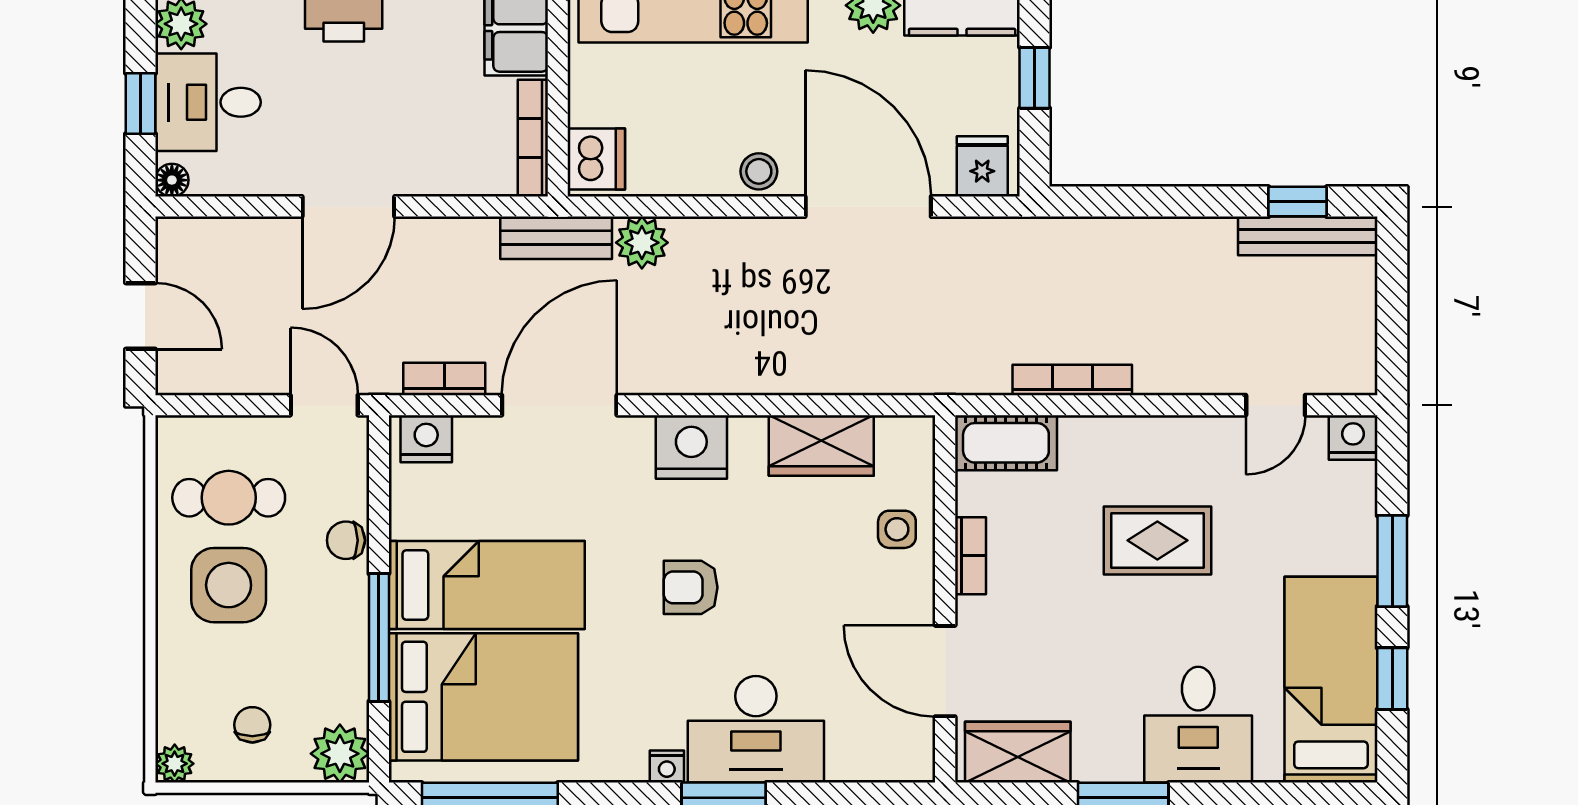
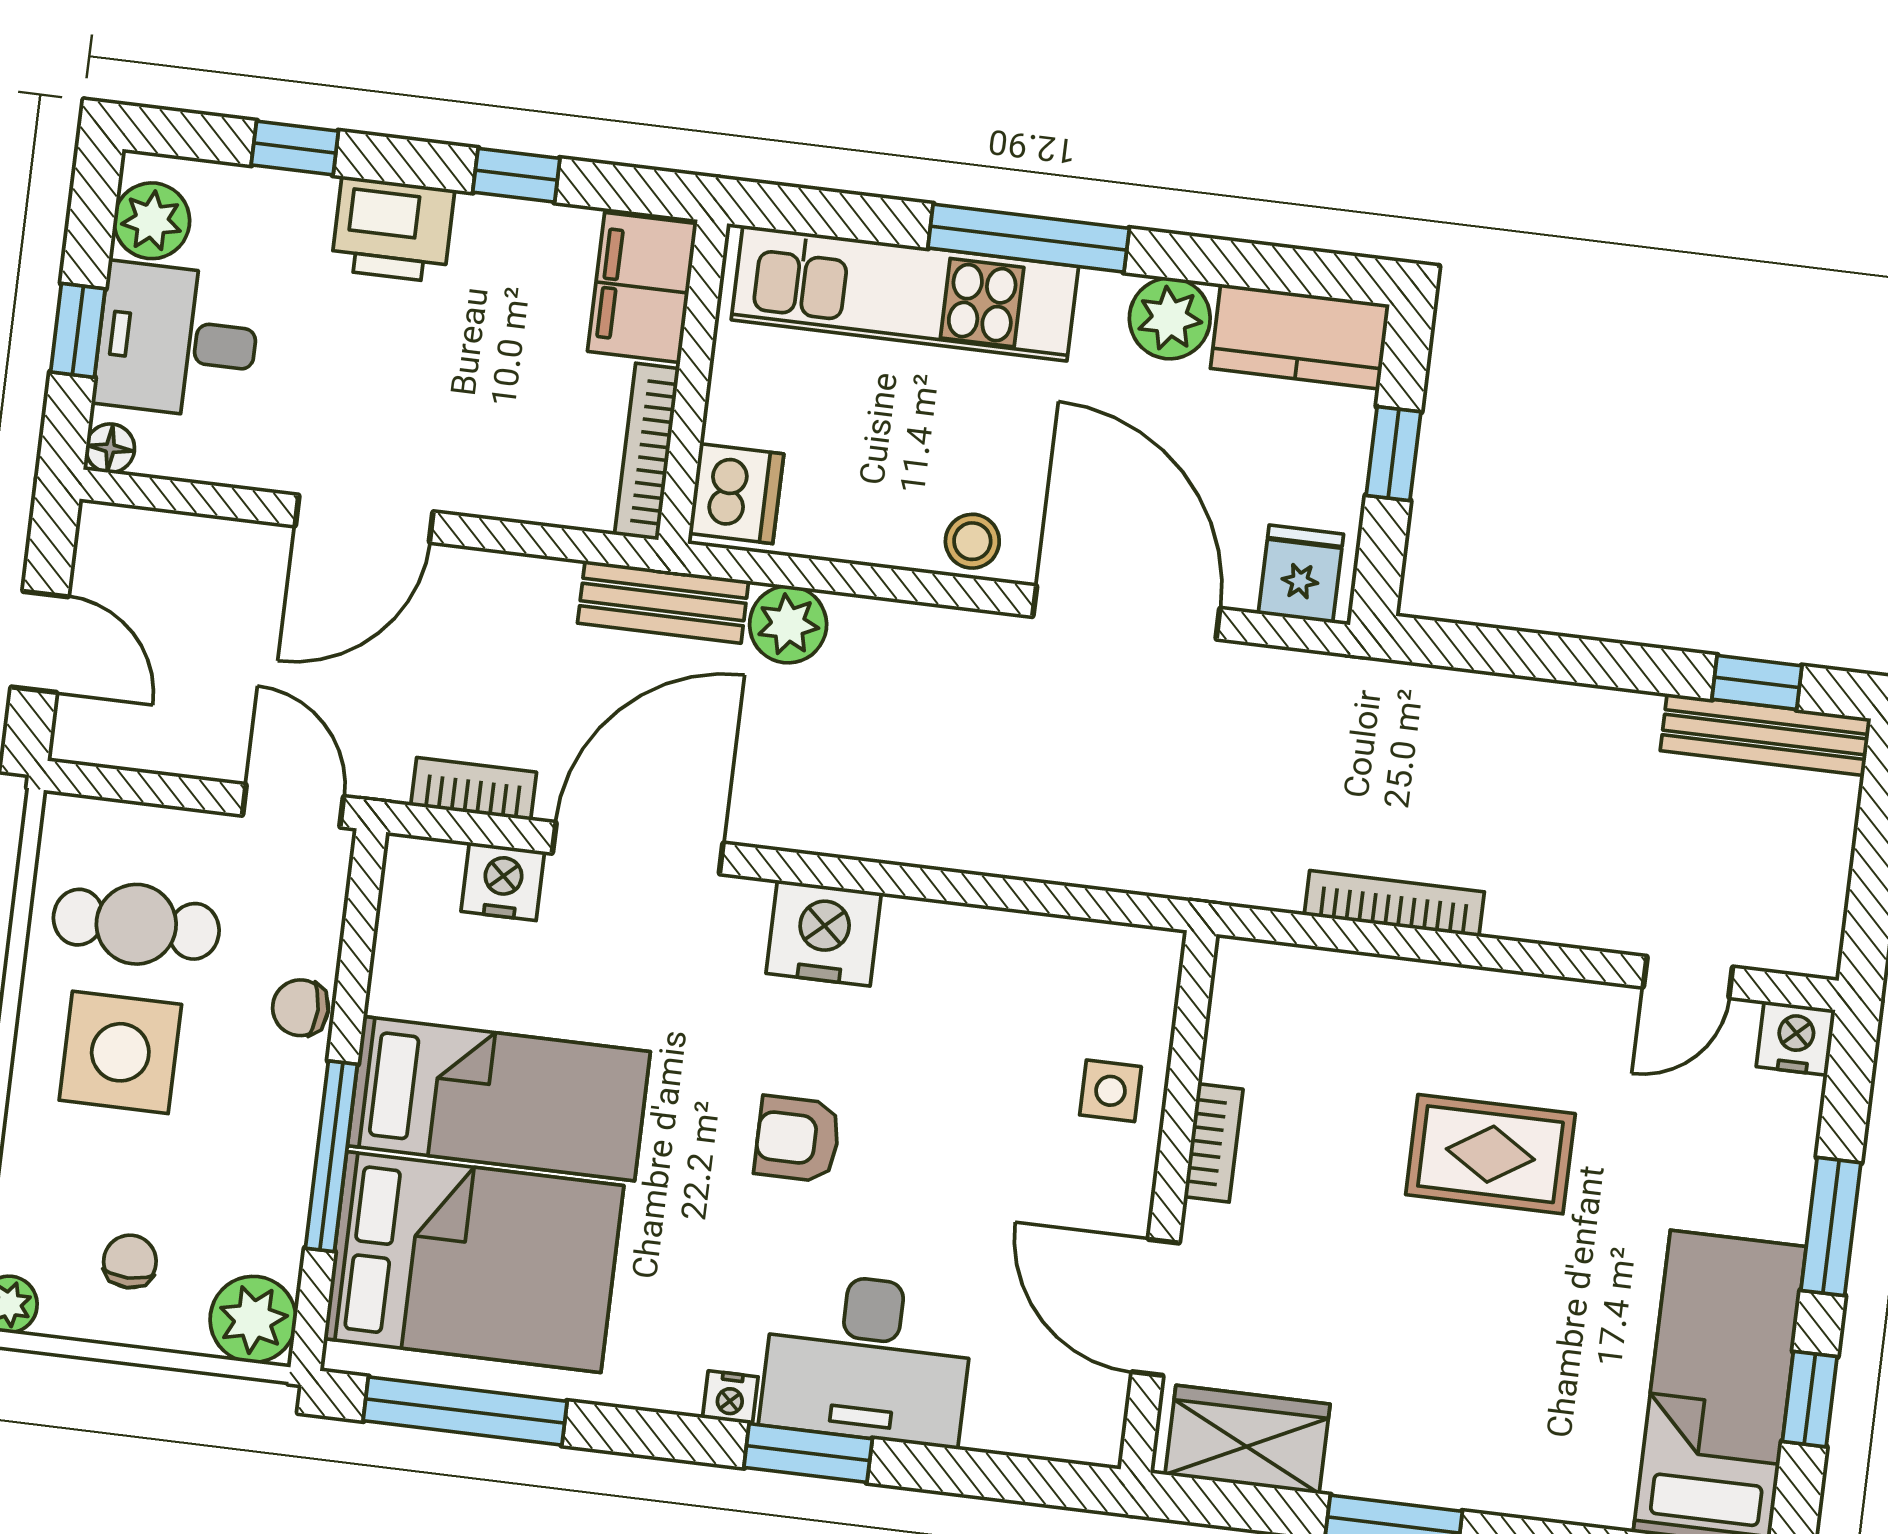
nightstand: (426, 439) -> (503, 881), moved
cot: (1006, 443) -> (1286, 984), removed
wardrobe: (821, 446) -> (1015, 954), removed
desk: (1198, 725) -> (1517, 1432), removed

